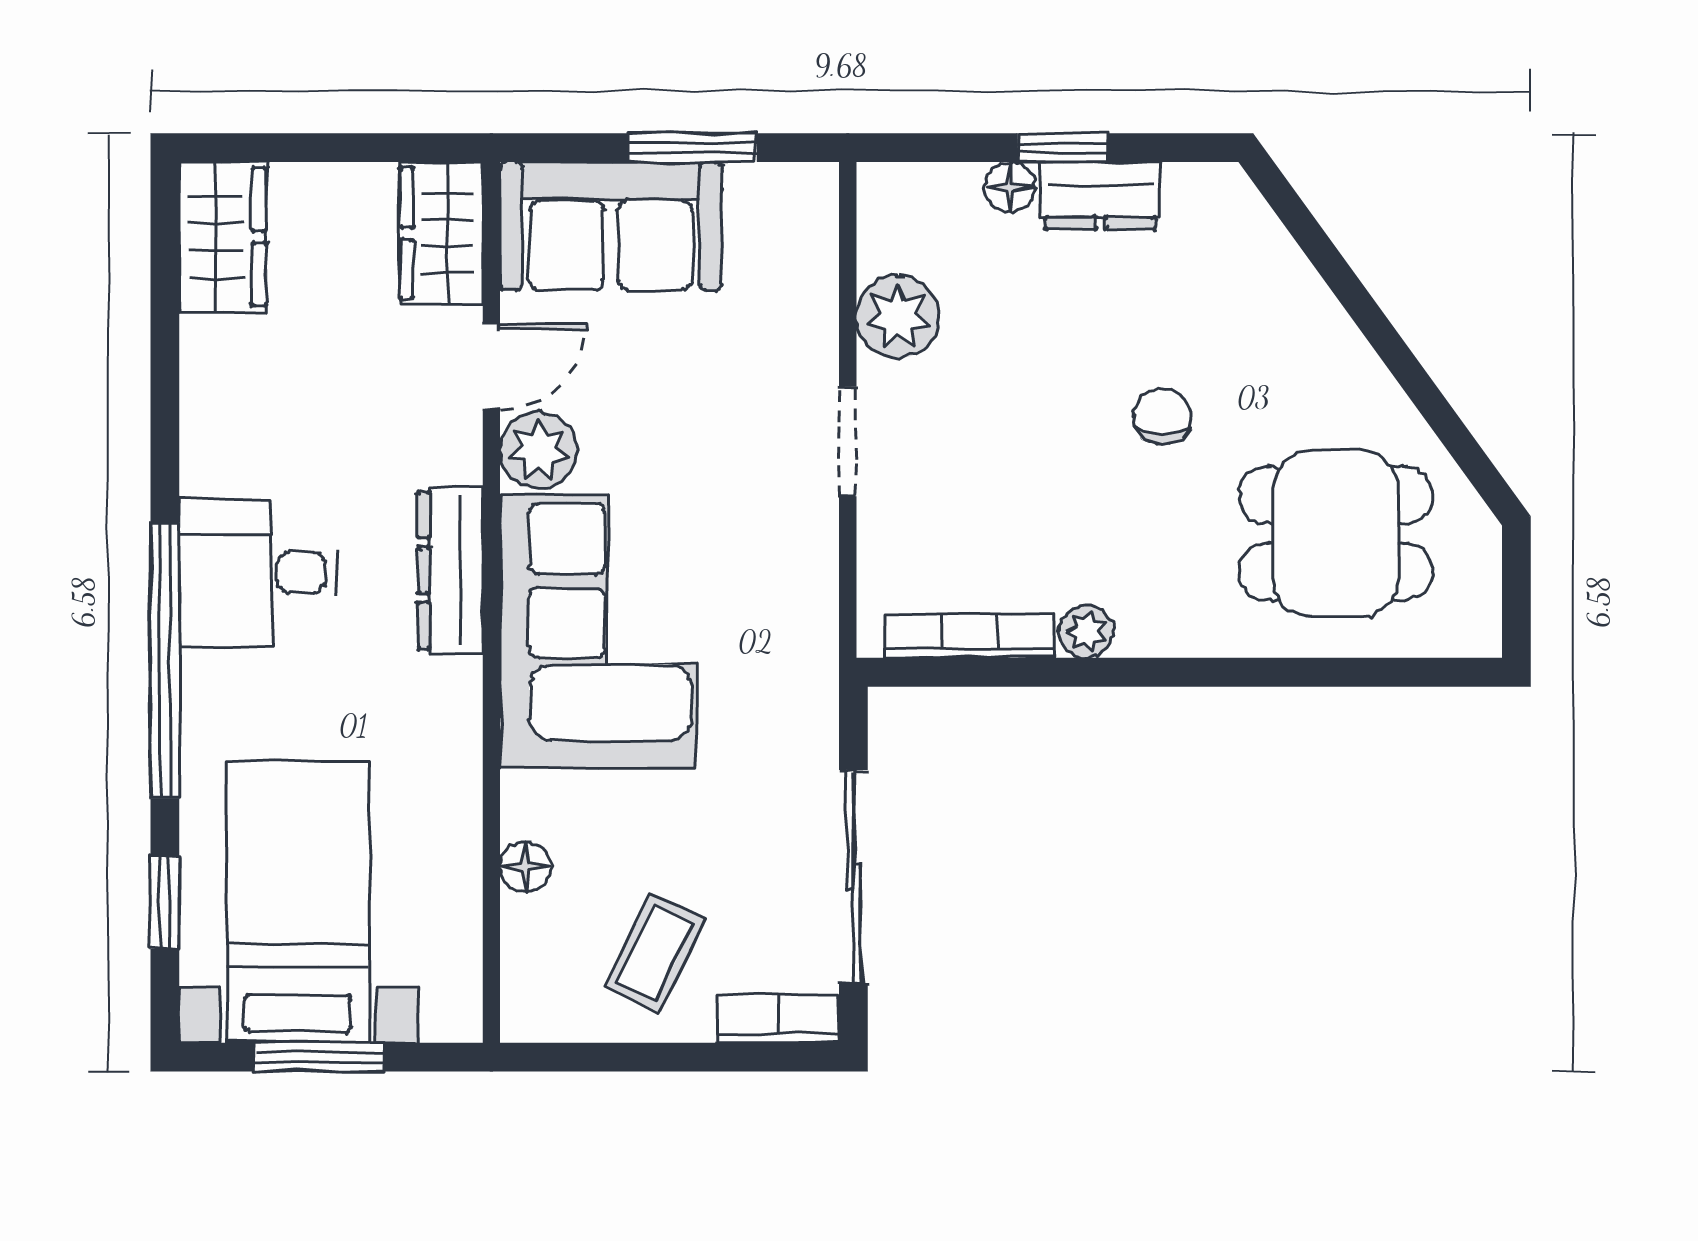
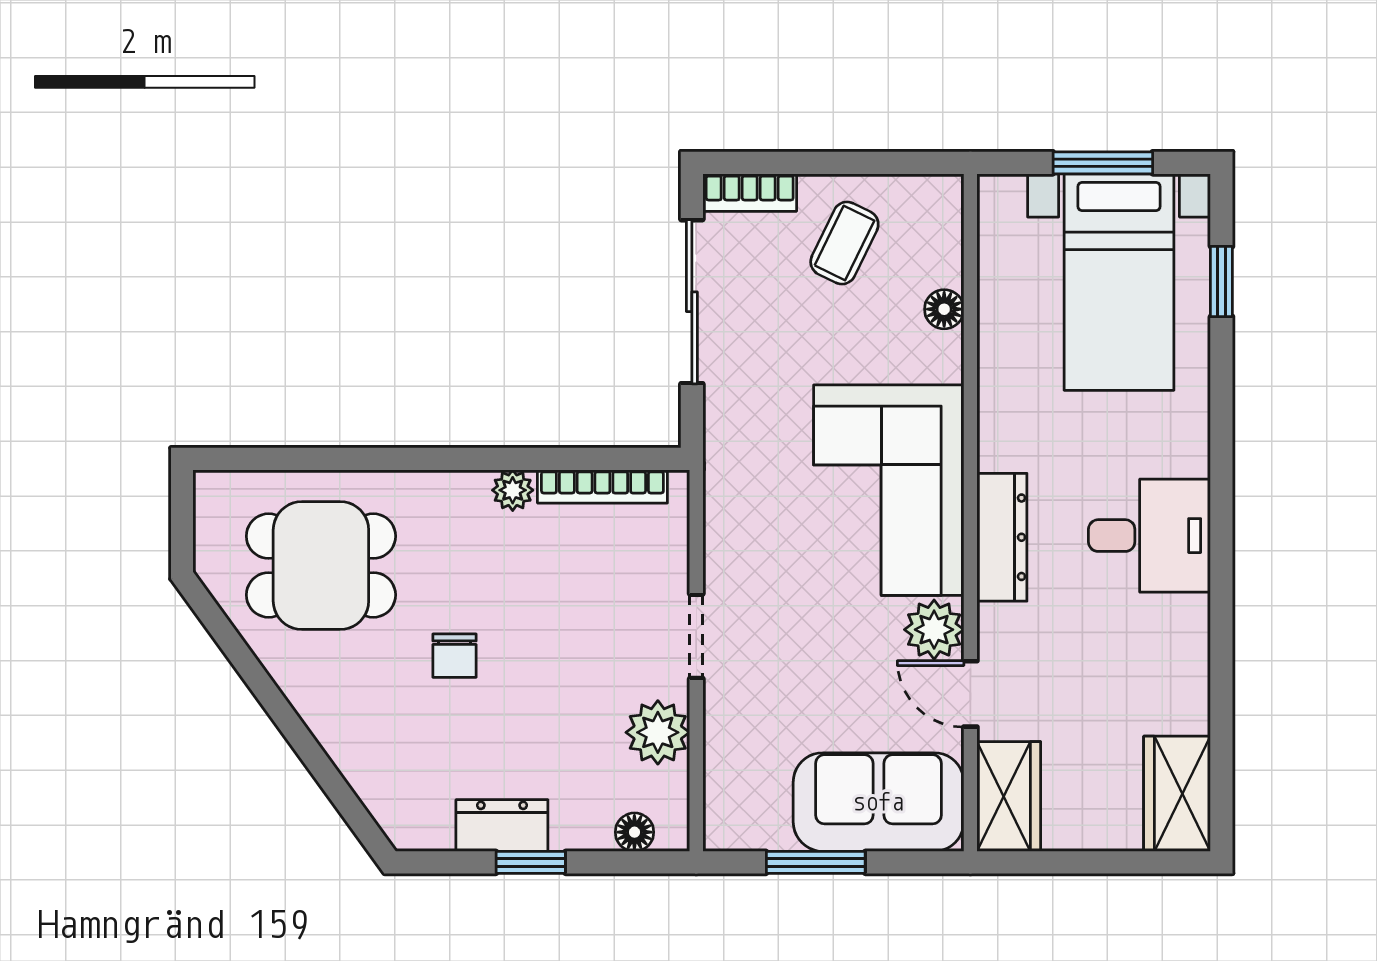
floor lamp: (1010, 187) -> (634, 832), moved
door: (491, 367) -> (970, 694), hinge flipped
window: (165, 660) -> (1221, 468), removed

